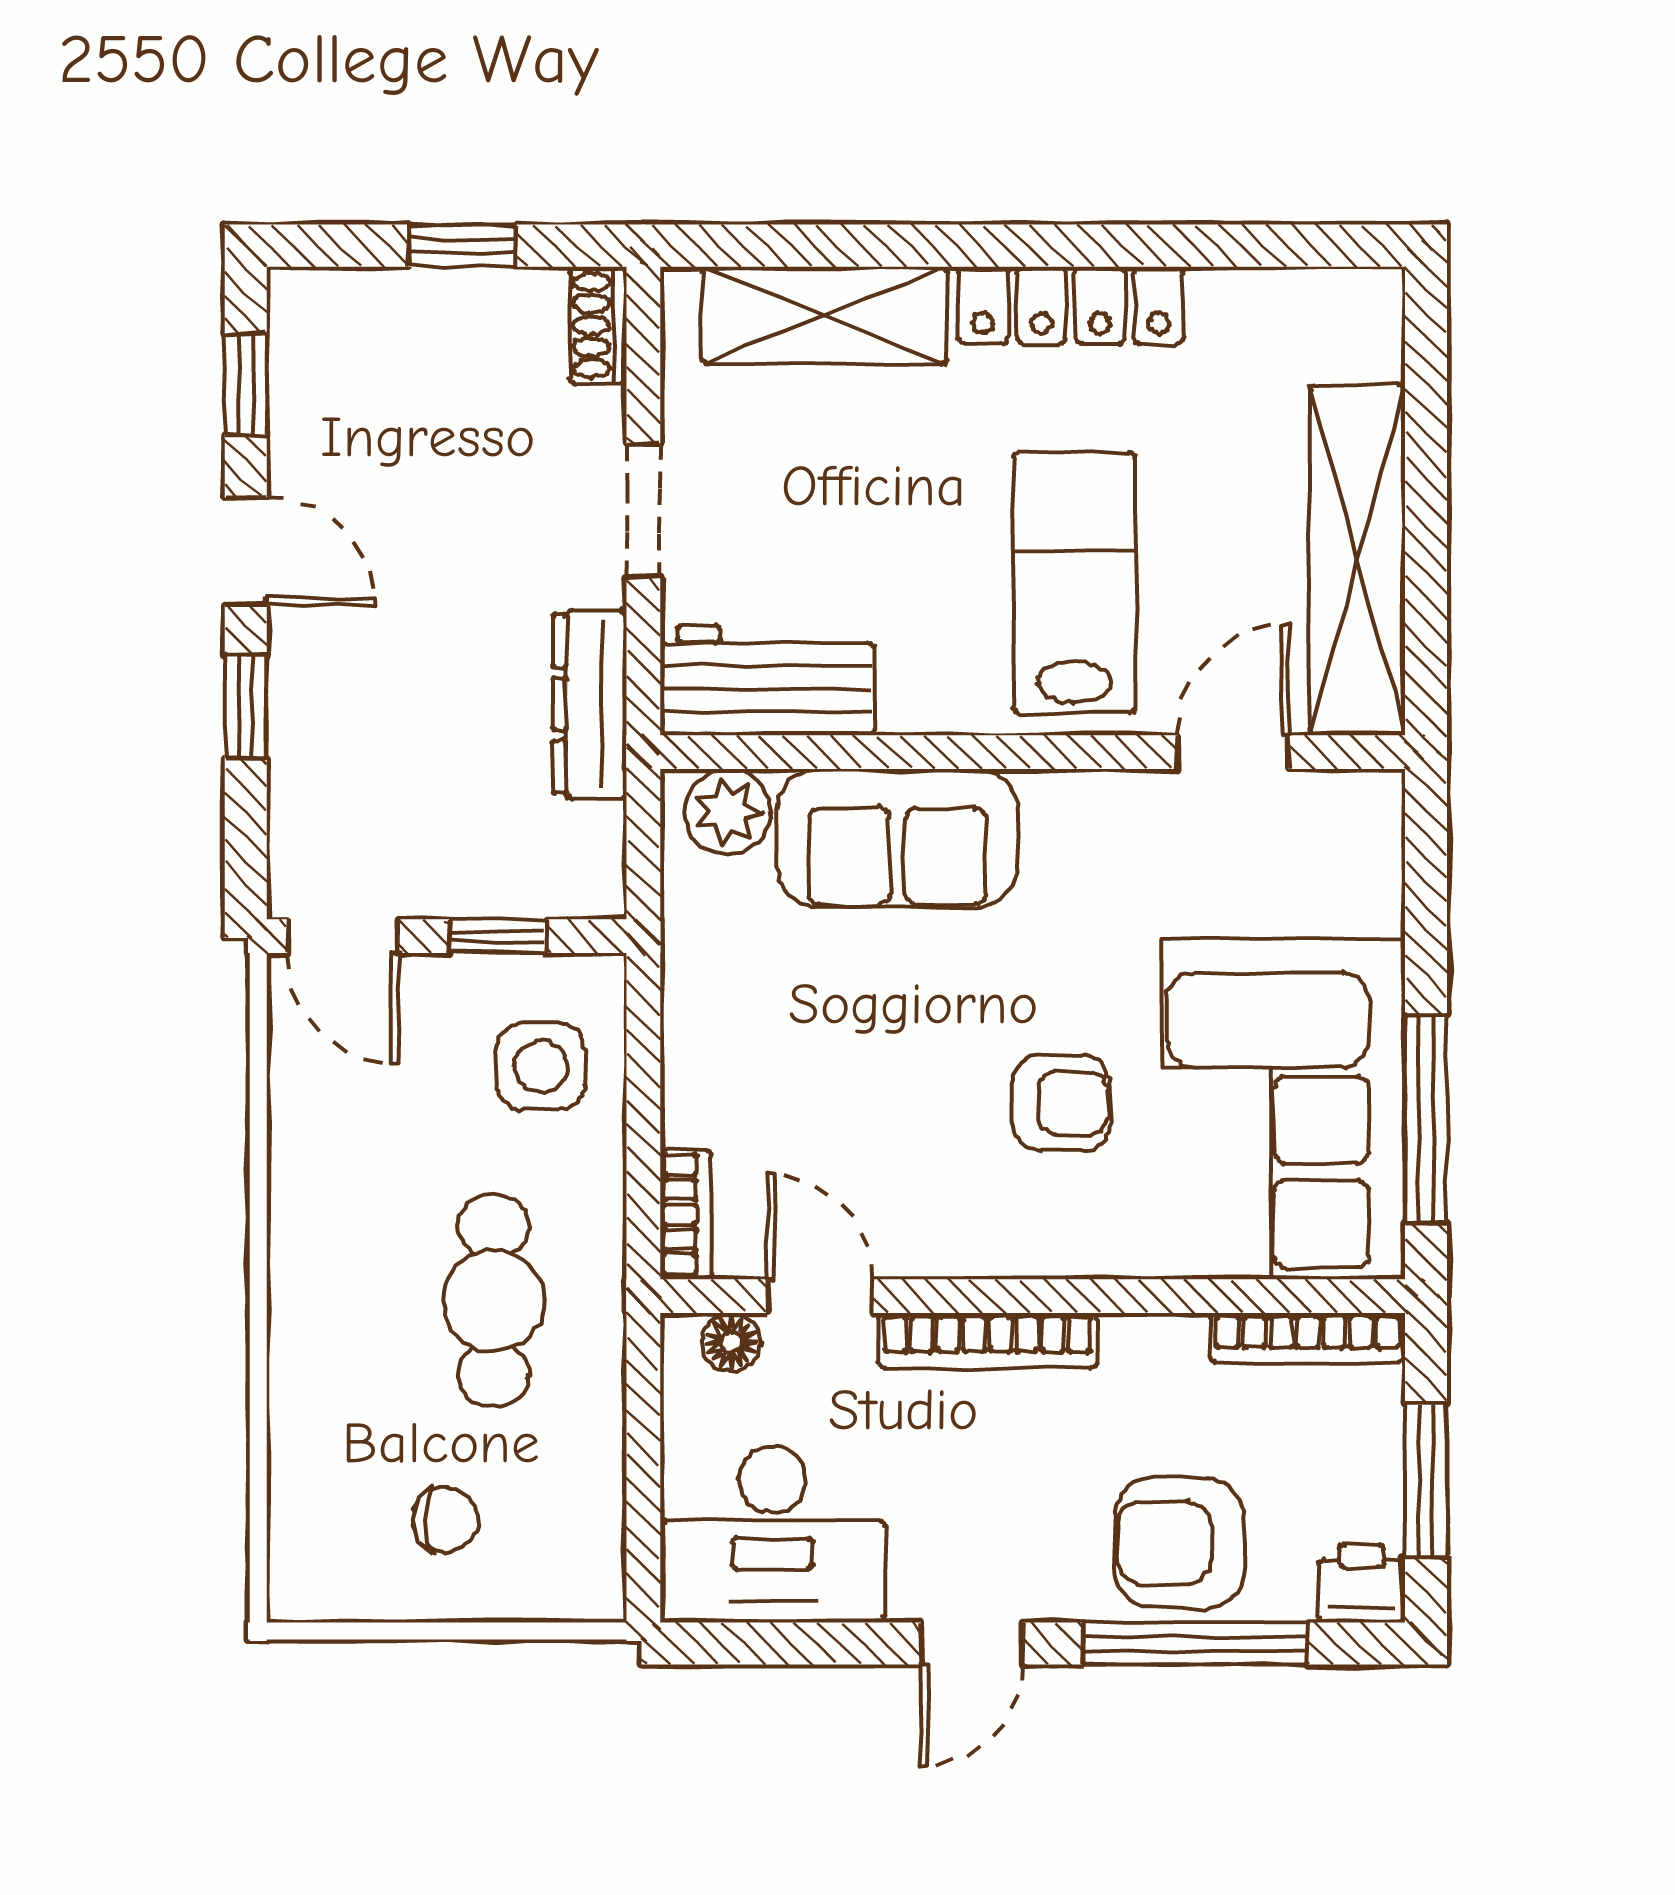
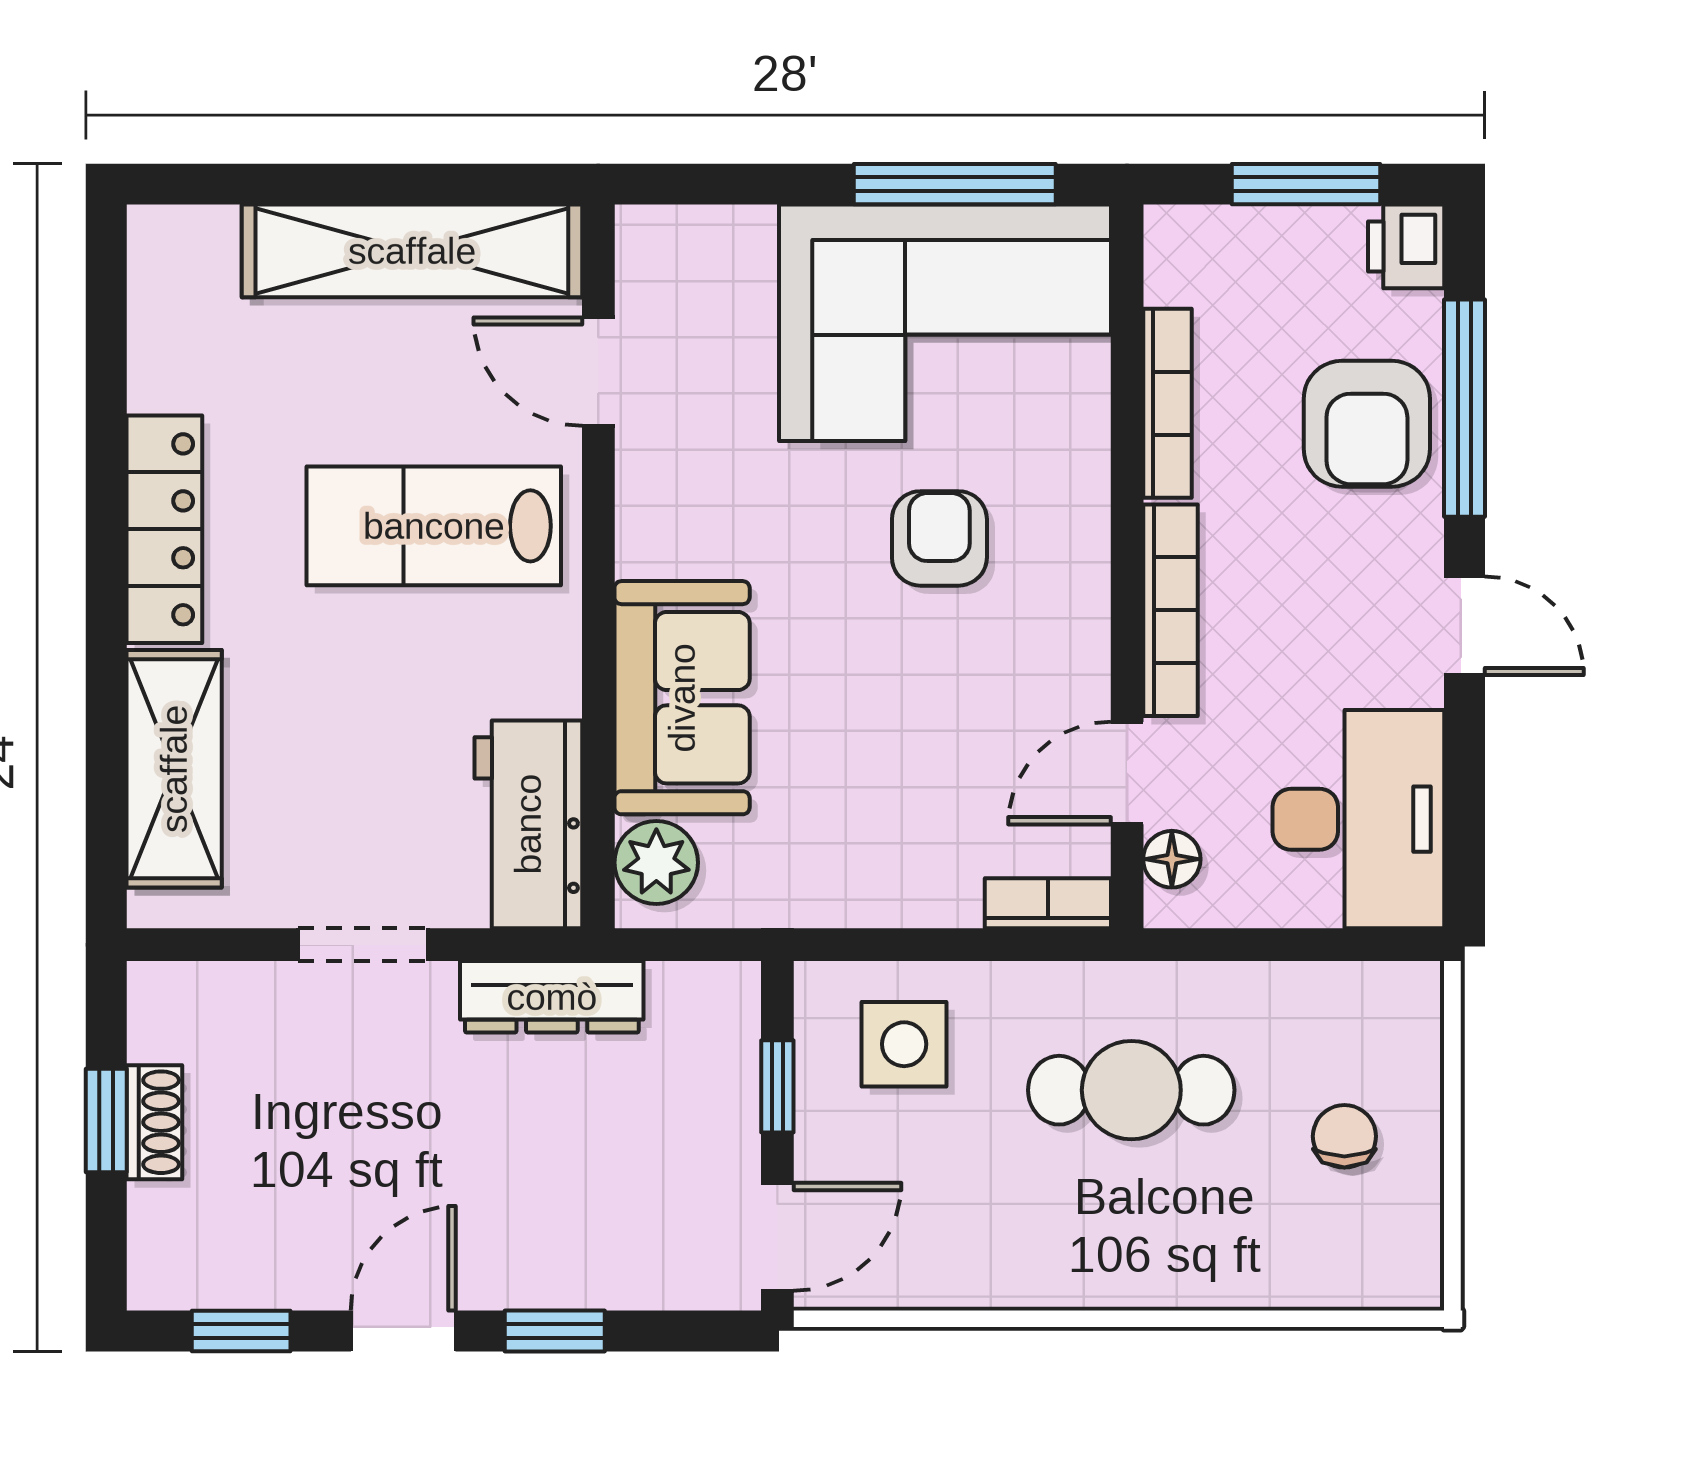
shoe rack: (598, 325) -> (154, 1122), moved, turned -90
bookcase: (1308, 1338) -> (1168, 403), moved

